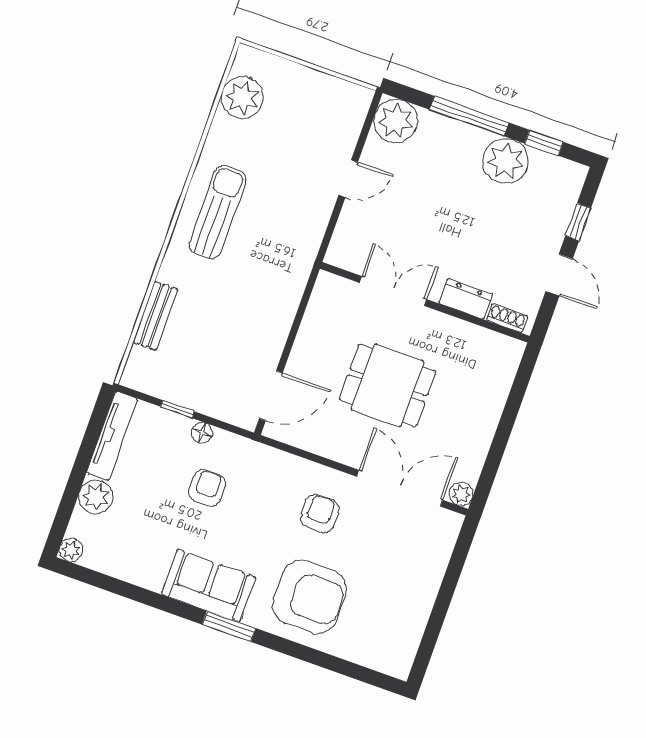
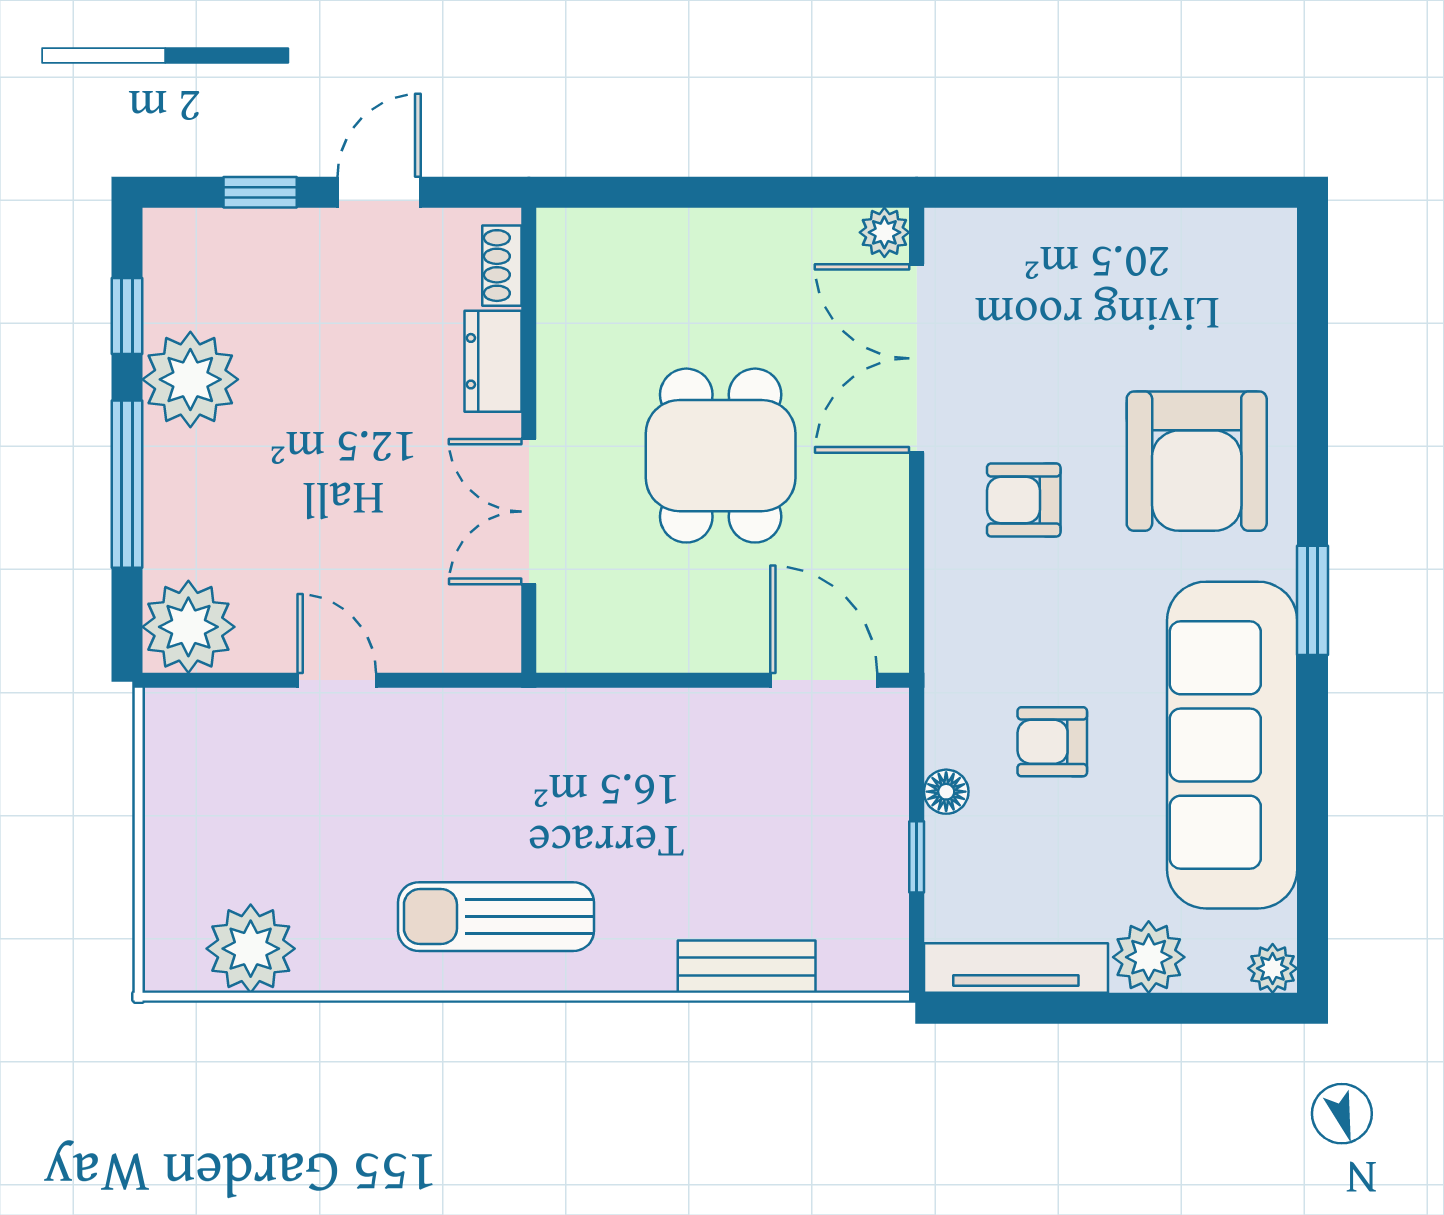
sofa: (208, 586) -> (1232, 745), width x1.85, depth x1.27
armchair: (309, 597) -> (1197, 461), turned 180

